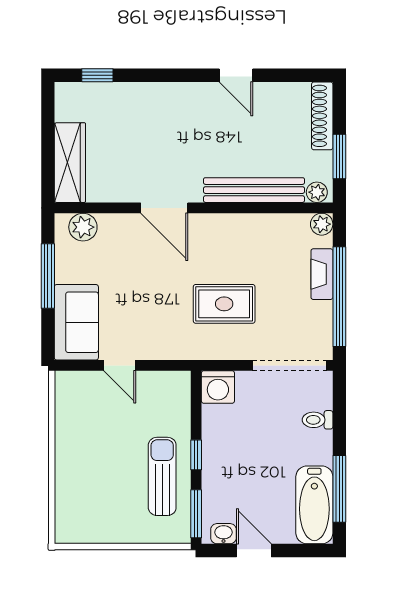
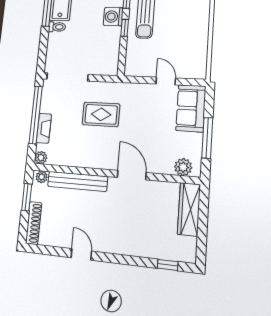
washing machine: (218, 387) -> (113, 17), moved, turned -90
toilet: (318, 420) -> (57, 27), moved

